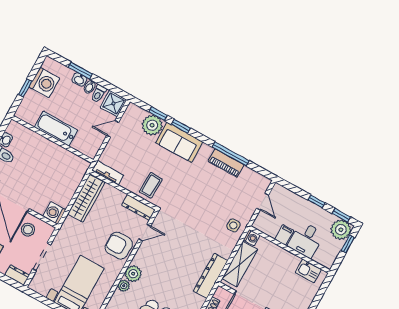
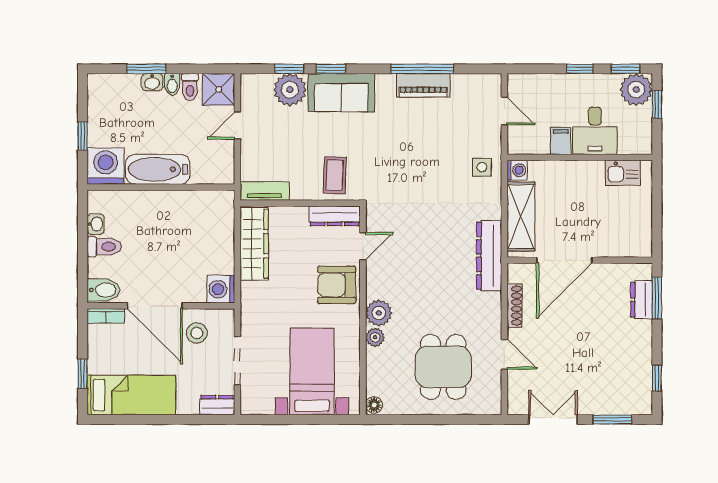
washing machine: (44, 83) -> (106, 166), moved, turned -90

